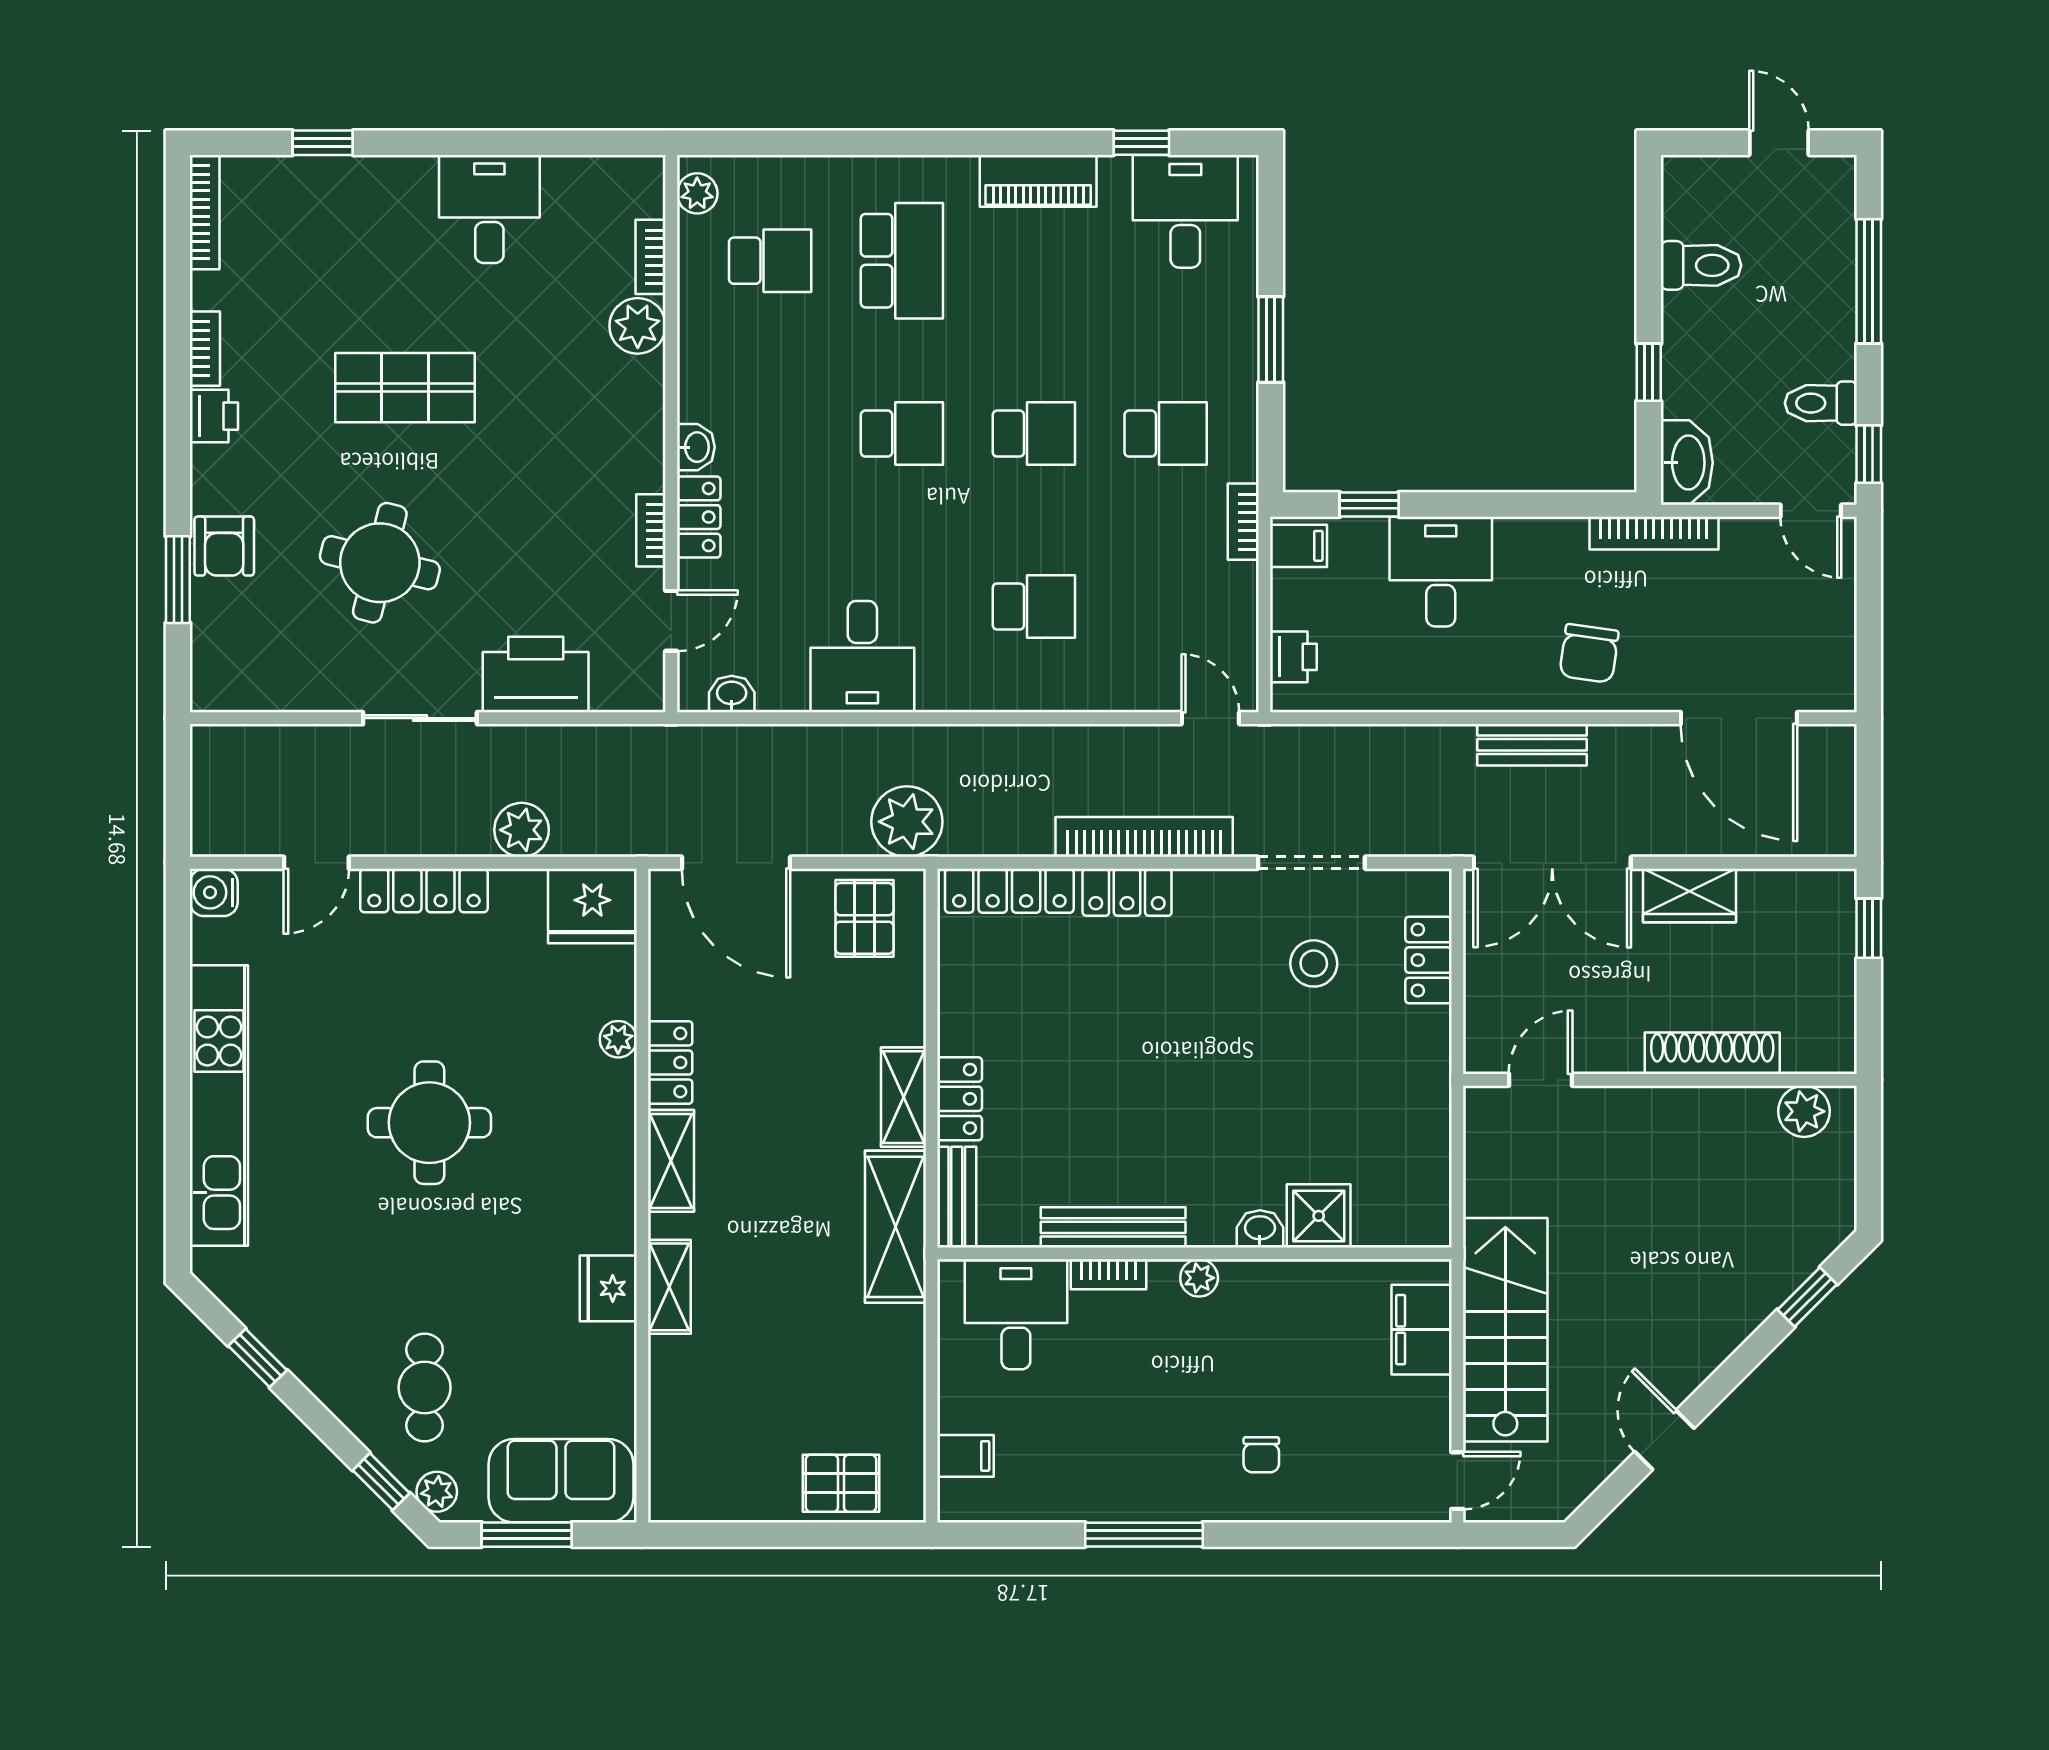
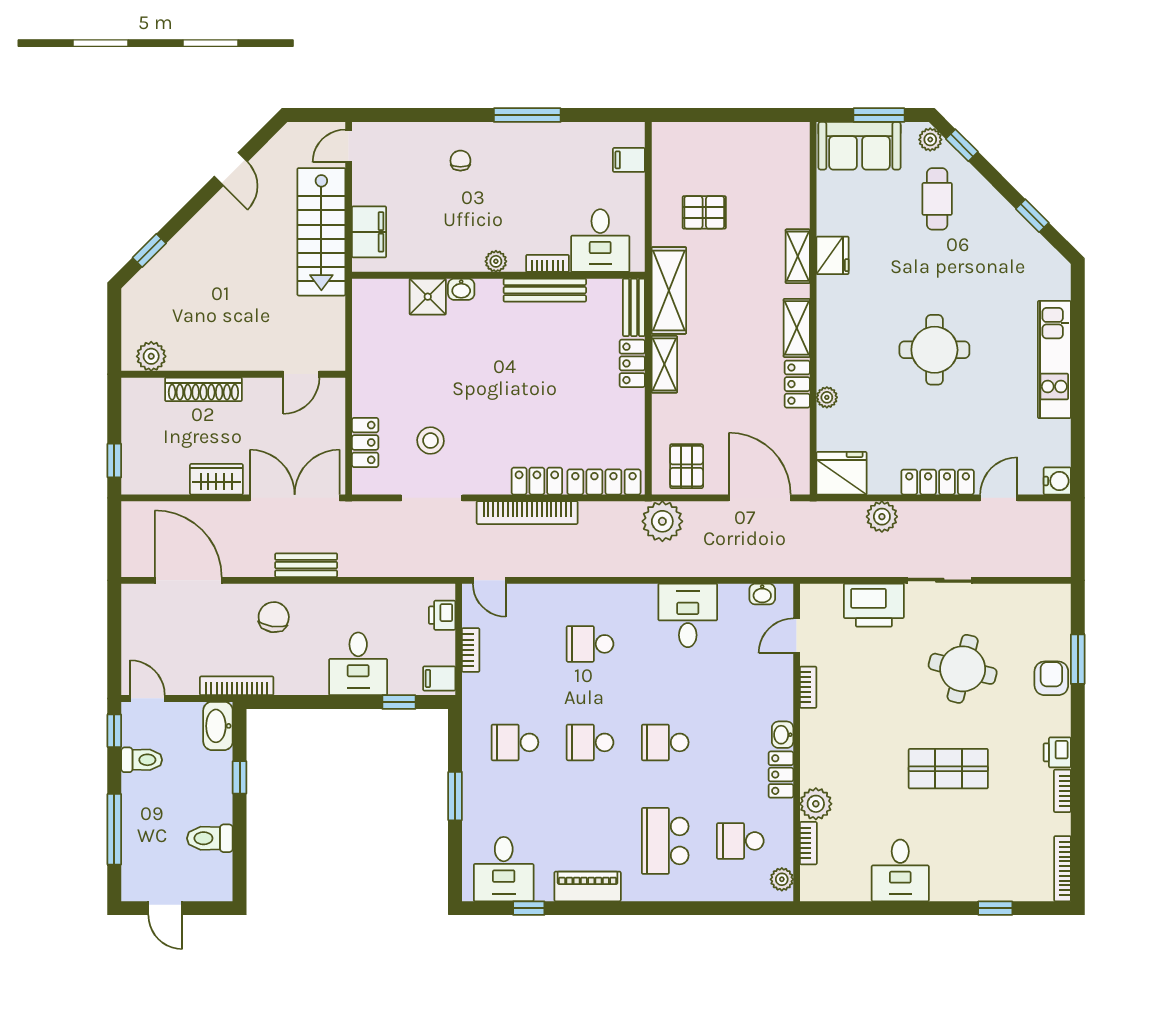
locker: (699, 517) -> (781, 775), moved
bookcase: (1243, 522) -> (471, 650), moved
kitchen unit: (219, 1106) -> (1054, 360), width x0.73
pallet: (841, 1483) -> (704, 212), moved

